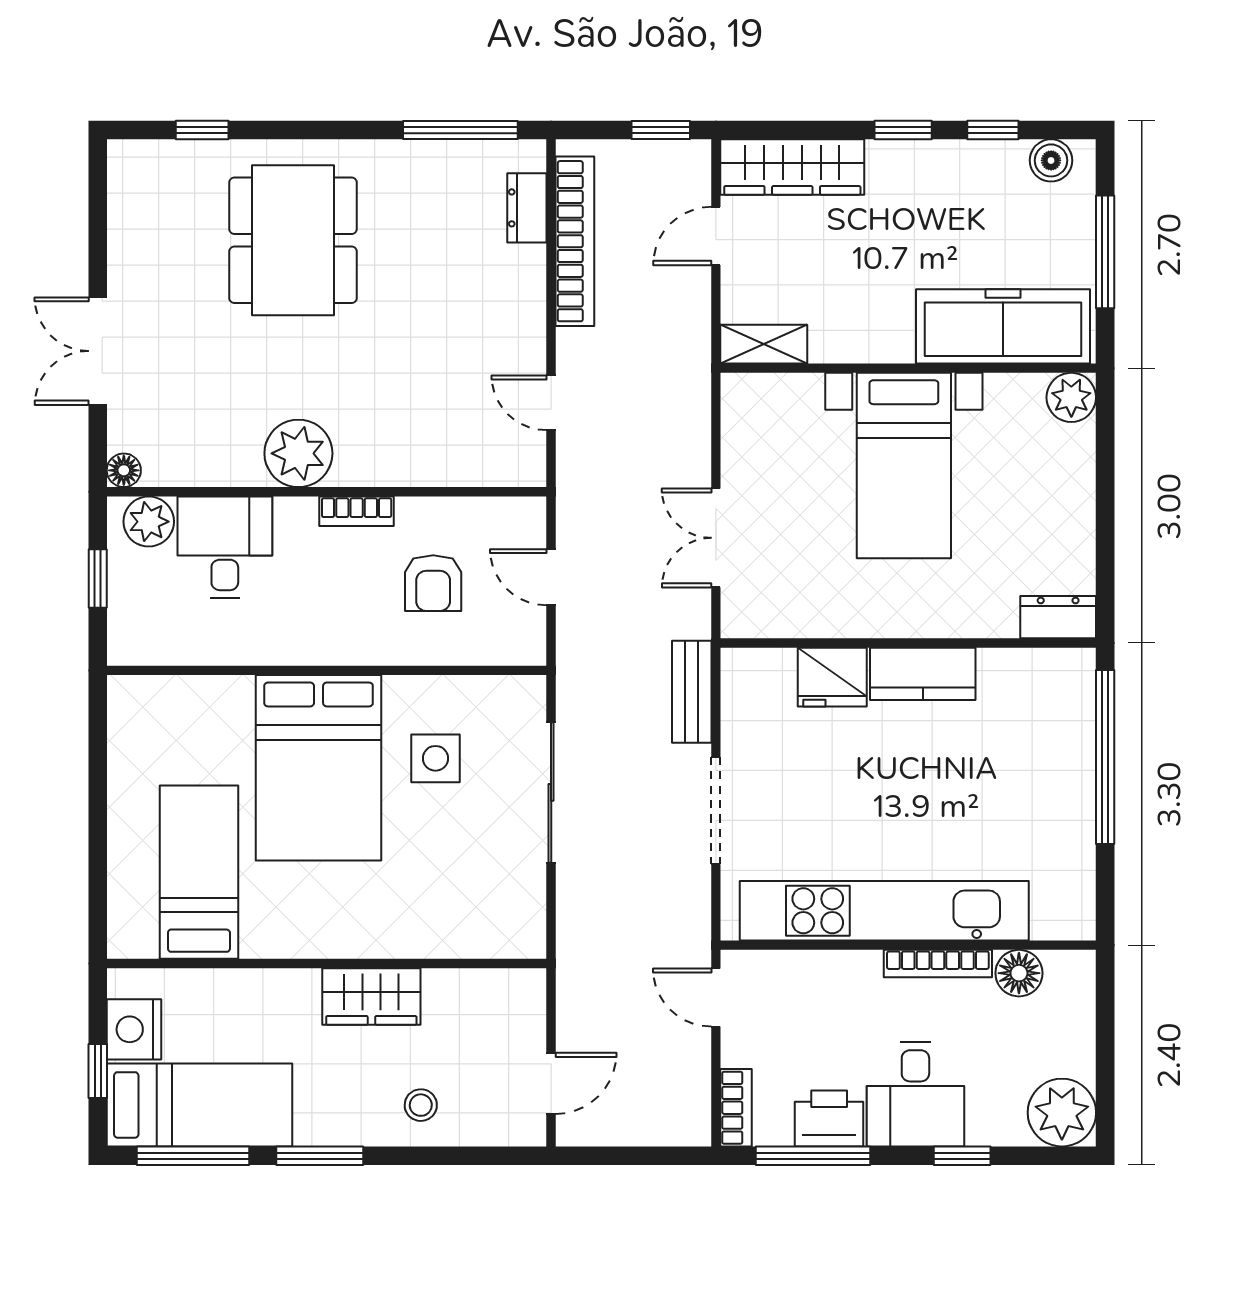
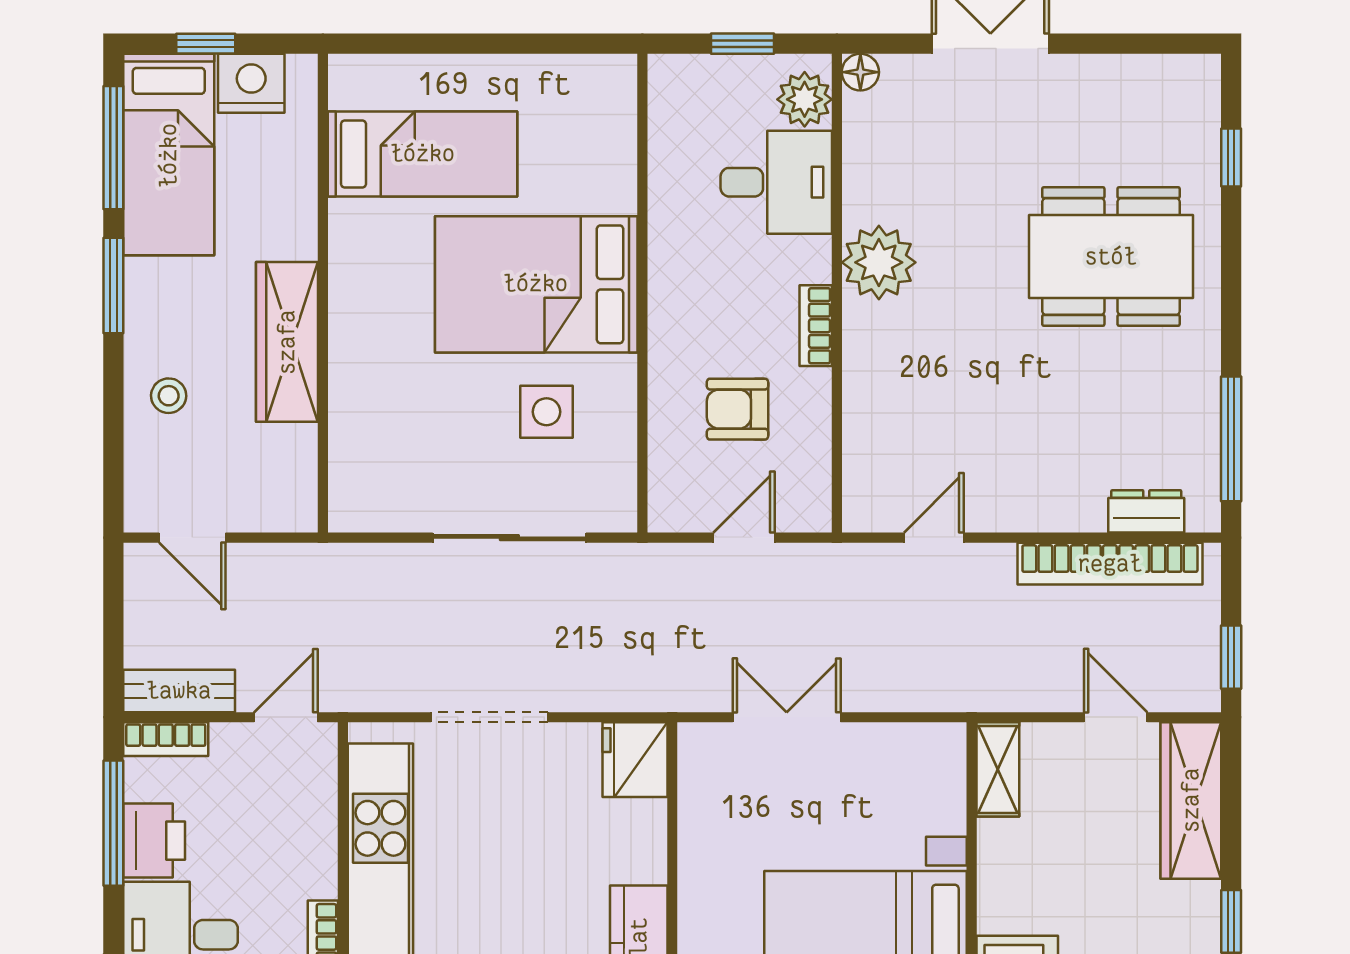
fridge: (832, 677) -> (635, 760), moved
bench: (692, 692) -> (179, 691), moved
wardrobe: (371, 996) -> (287, 342), width x1.50

